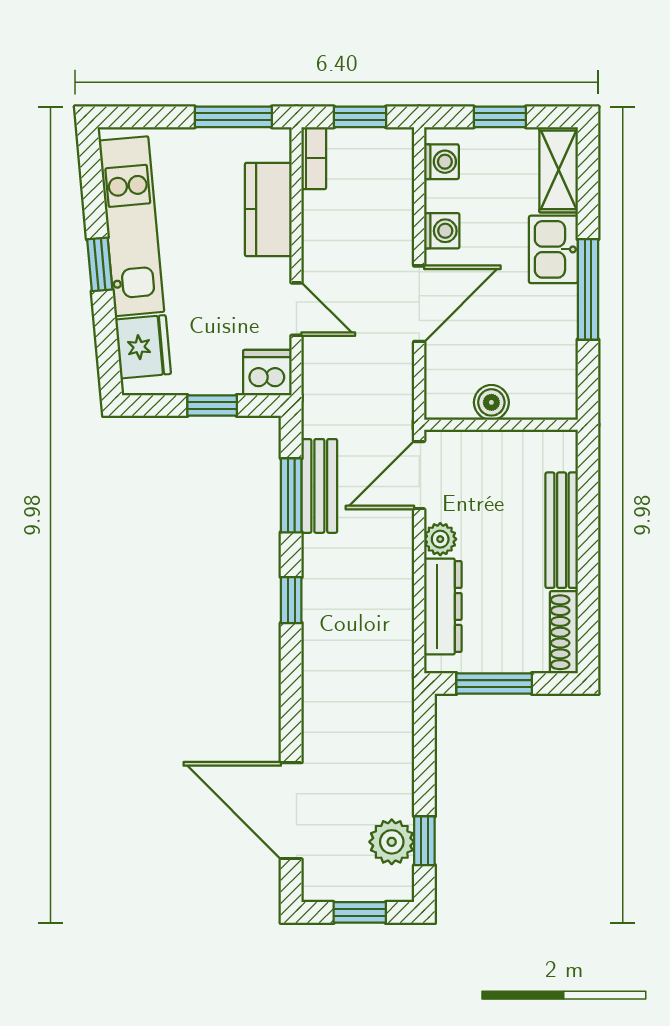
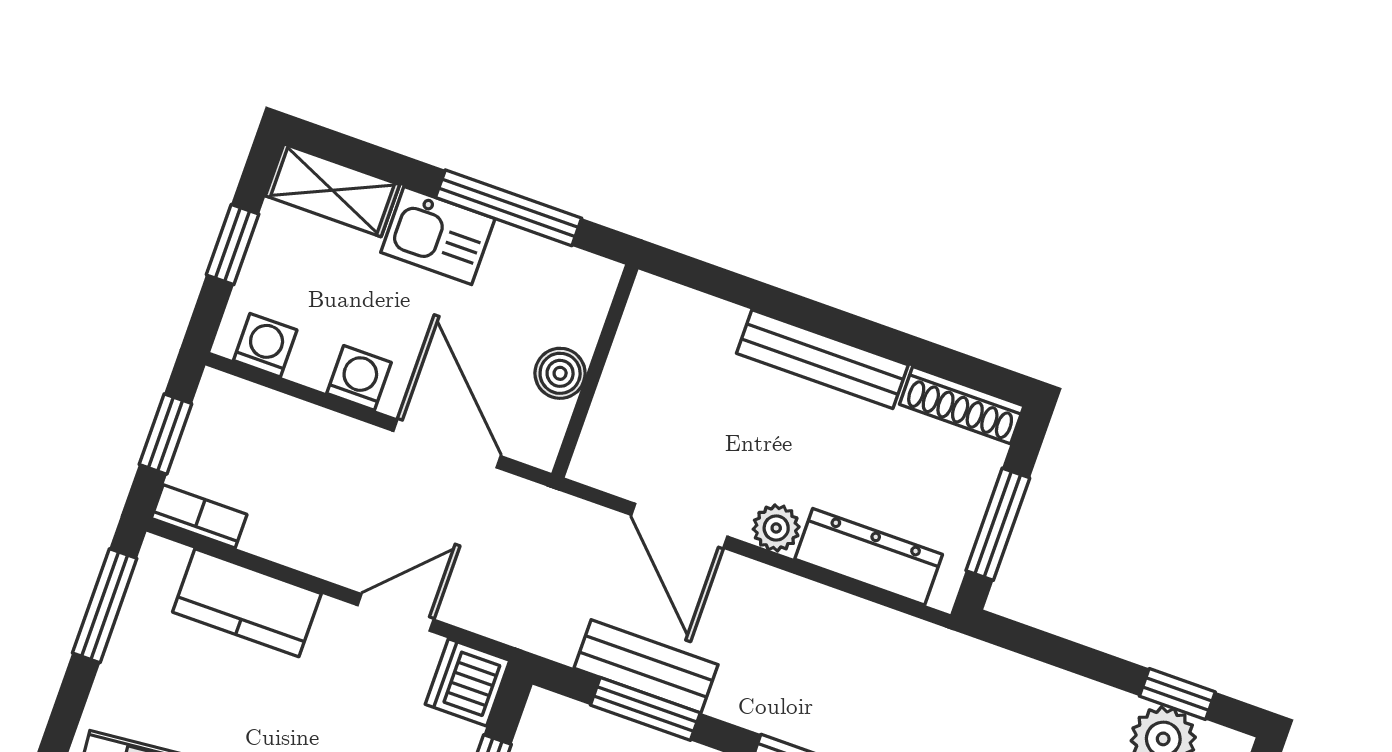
boiler: (491, 402) -> (560, 373), moved
wall: (501, 425) -> (595, 371), moved

